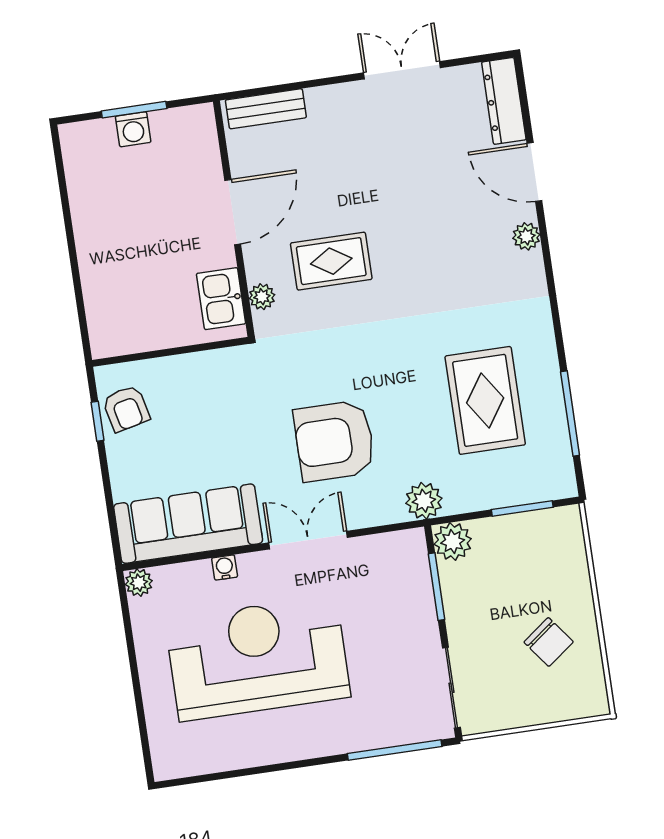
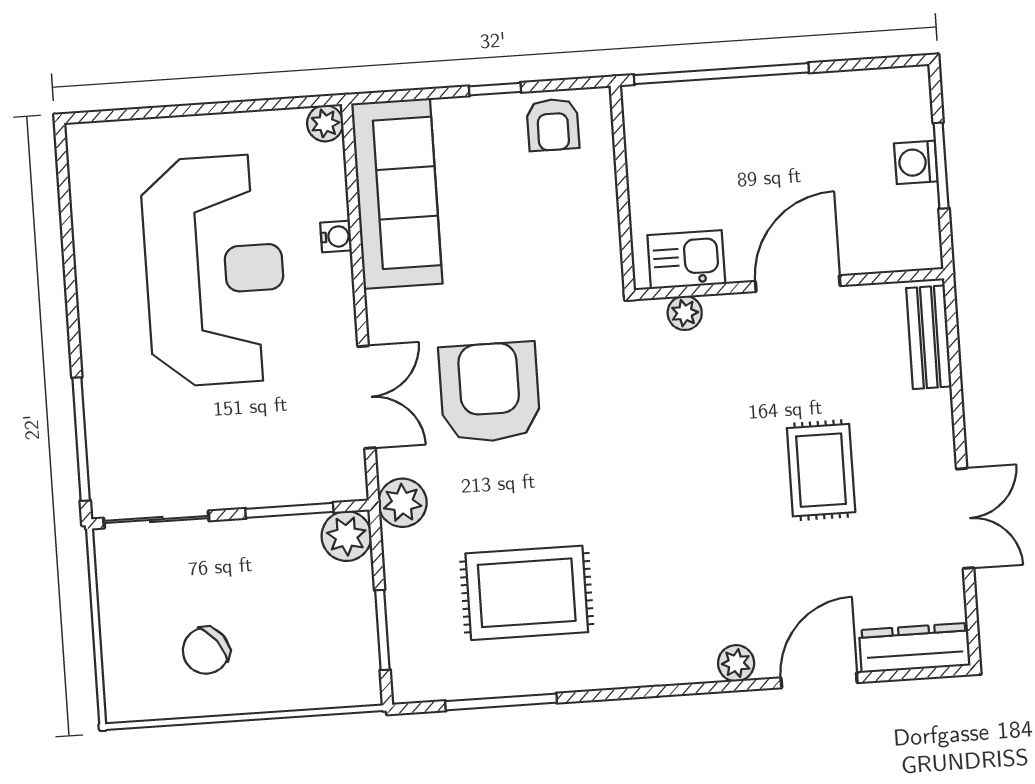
door: (233, 212) -> (798, 284), swing flipped
rug: (331, 261) -> (821, 470), moved
window: (77, 283) -> (721, 74), added
armchair: (126, 409) -> (553, 125), turned -77
window: (97, 421) -> (495, 89), moved
double door: (308, 540) -> (366, 397), moved

